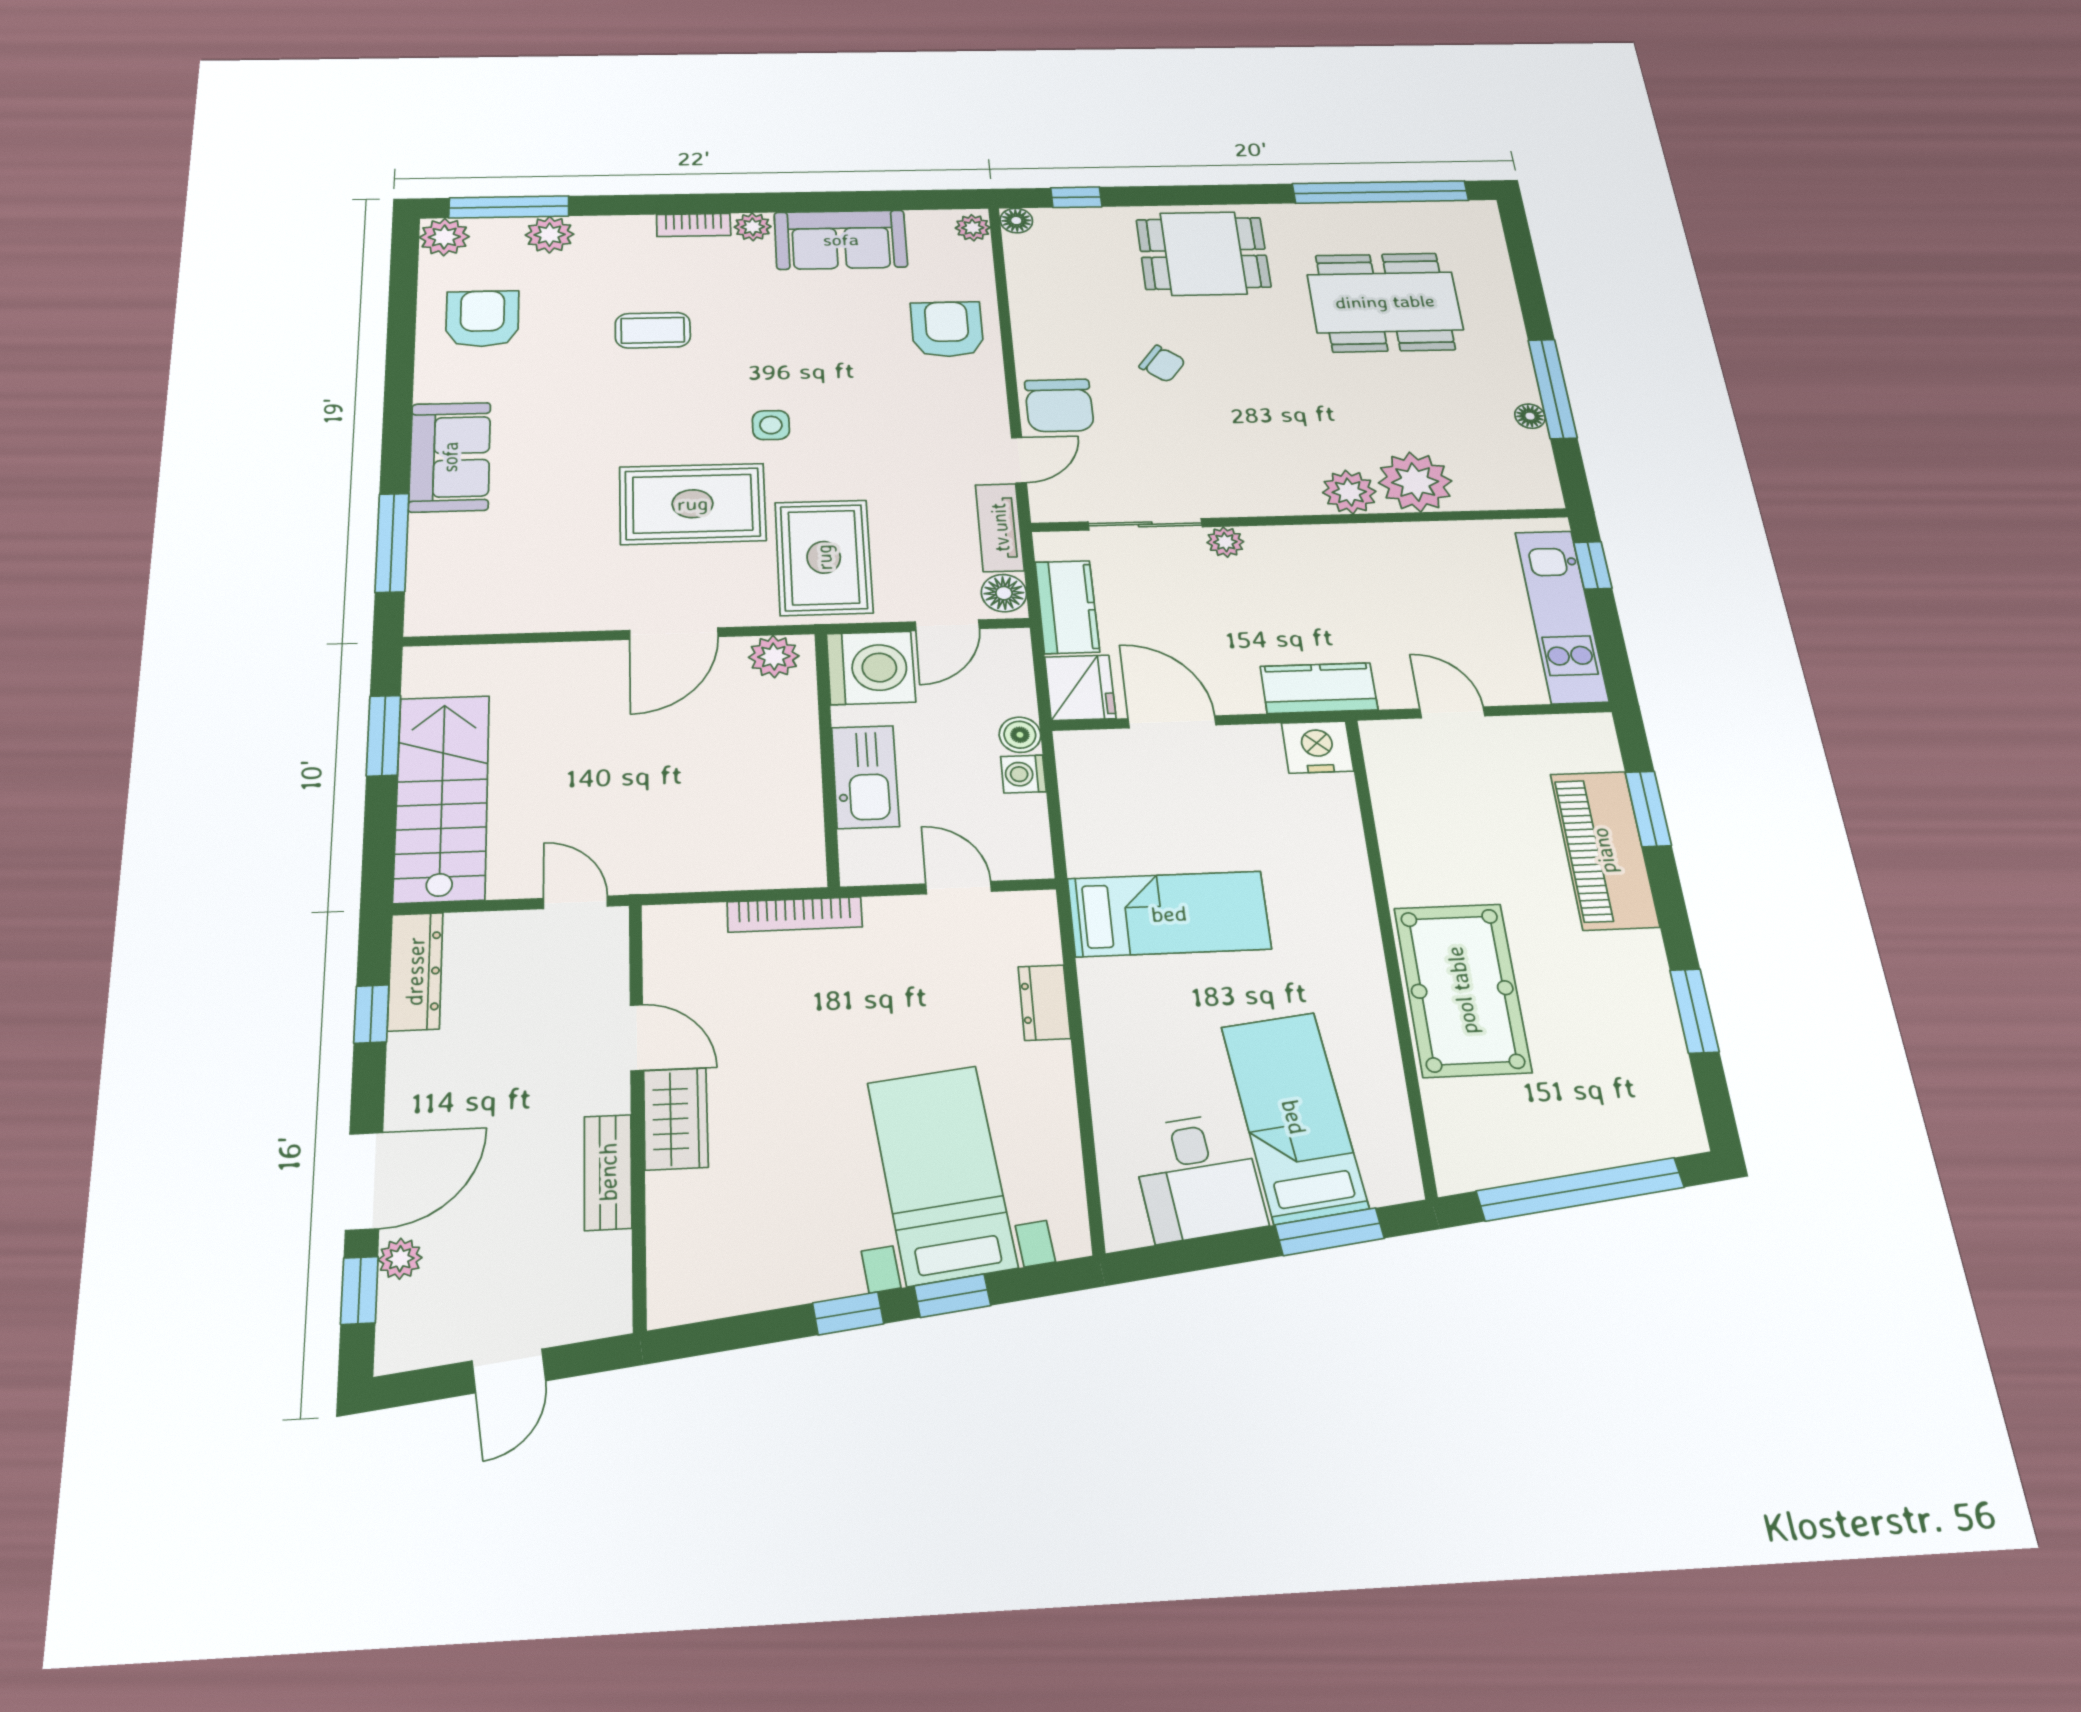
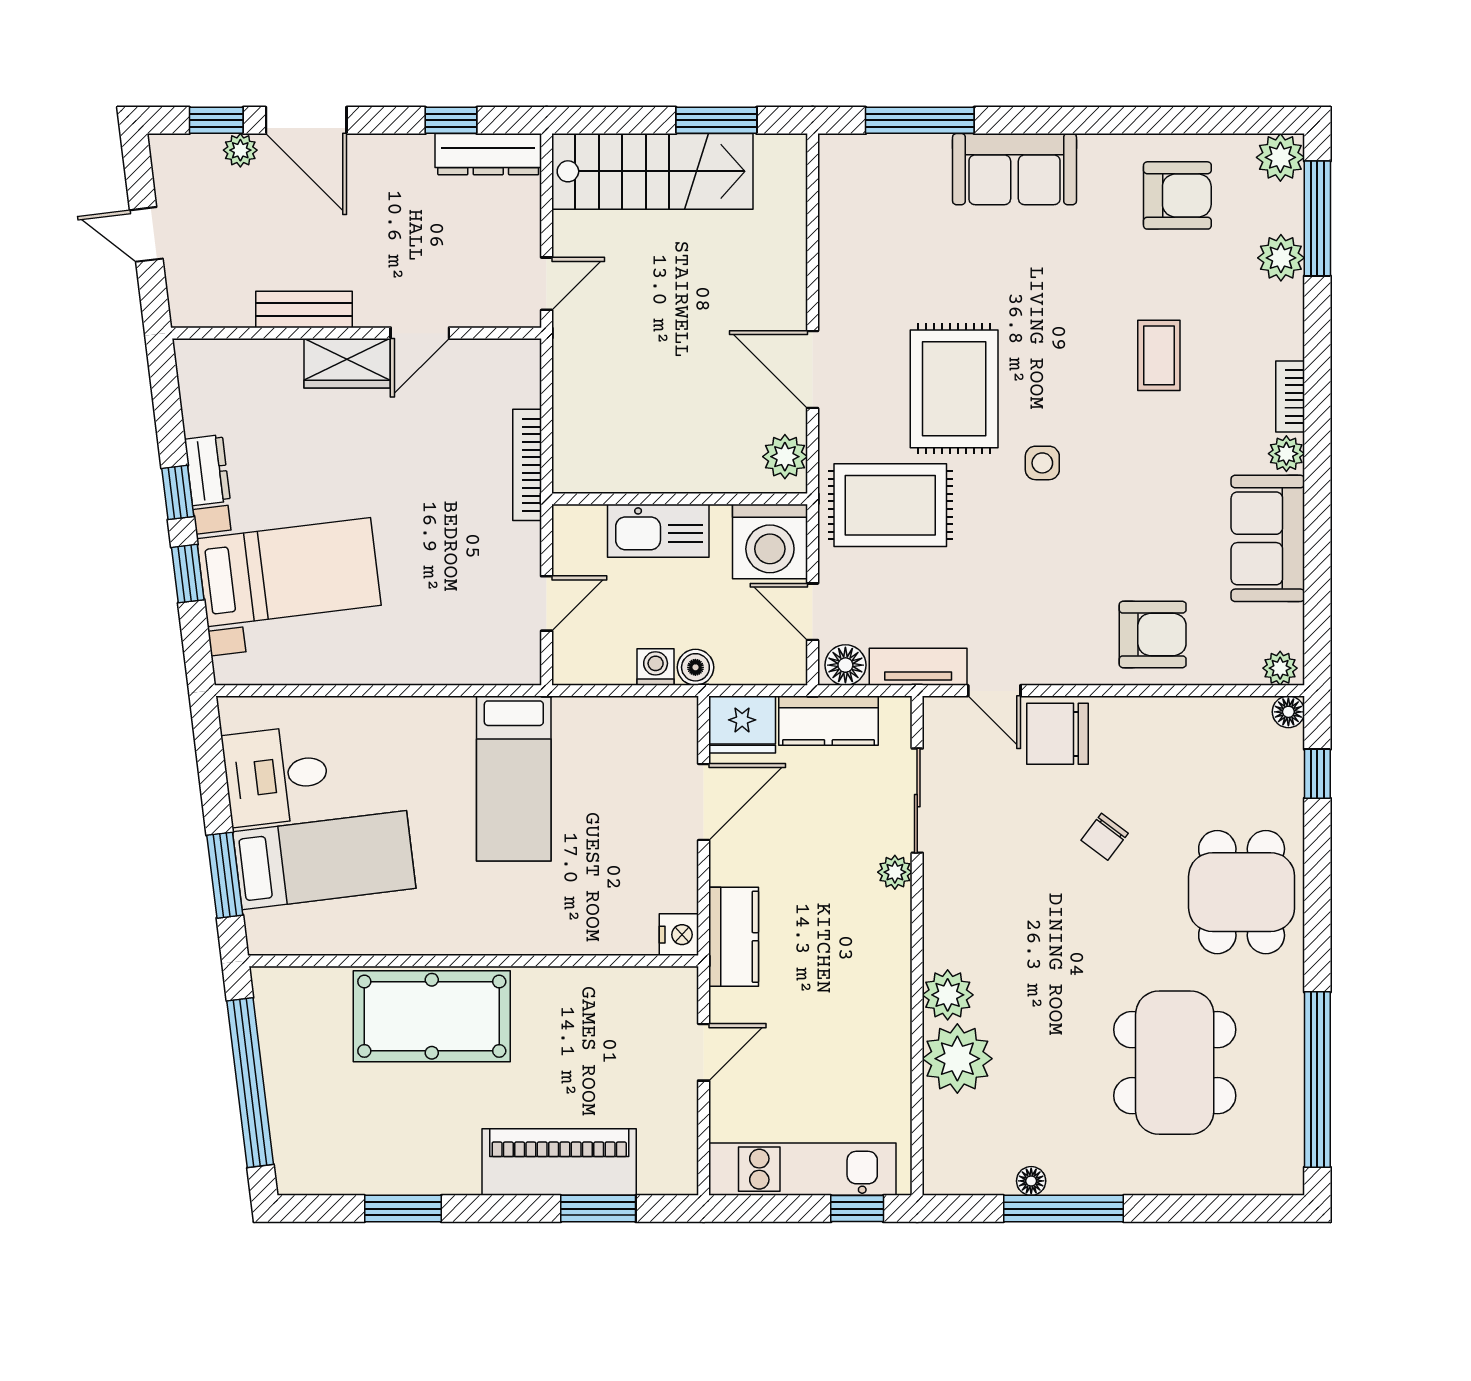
nightstand: (1317, 747) -> (679, 935), width x0.74, depth x0.75
dresser: (1044, 1003) -> (207, 470), moved, turned 83

